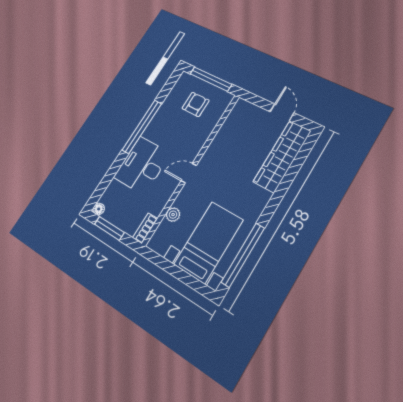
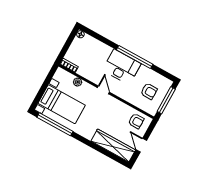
door: (282, 112) -> (141, 145), swing flipped
armchair: (242, 122) -> (136, 121), added
desk: (142, 165) -> (122, 67), moved
window: (109, 228) -> (69, 43), removed

